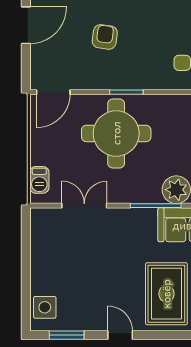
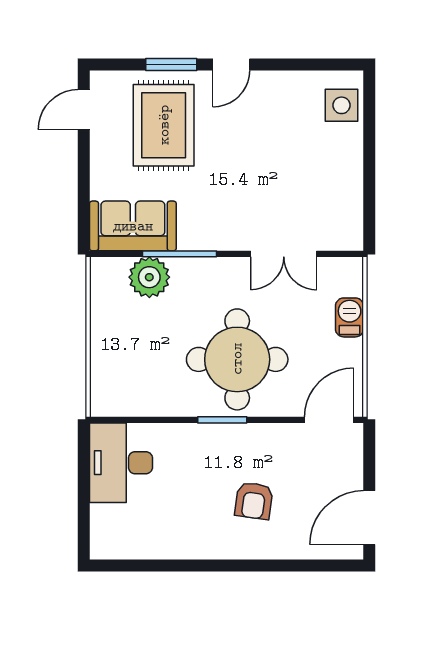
barbecue: (39, 180) -> (350, 317), moved
window: (67, 335) -> (171, 65), moved
door: (120, 335) -> (231, 65), hinge flipped

